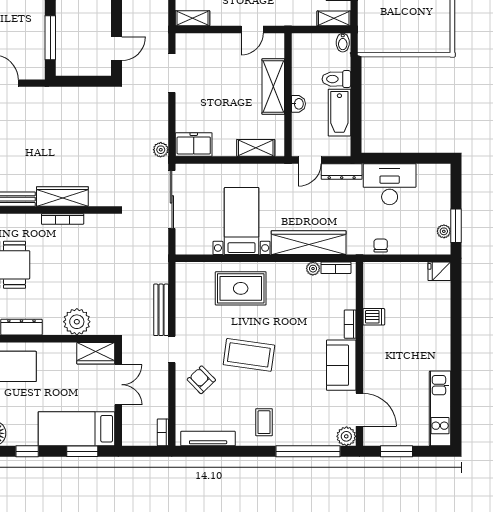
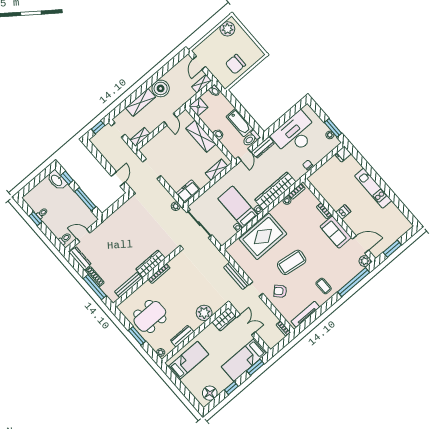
chair: (400, 31) -> (235, 64), added
shower: (304, 45) -> (198, 107), added
toilet: (336, 79) -> (251, 138), moved
desk: (390, 184) -> (295, 134), width x1.36, depth x1.30
rug: (241, 288) -> (263, 236), width x1.37, depth x1.44
dishwasher: (374, 317) -> (343, 212), moved
kitchen unit: (440, 408) -> (373, 188), moved

